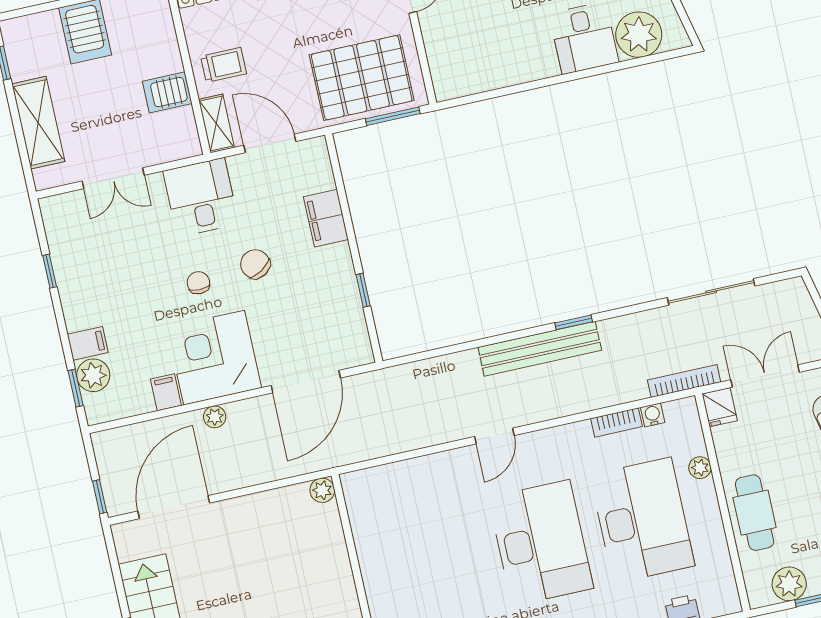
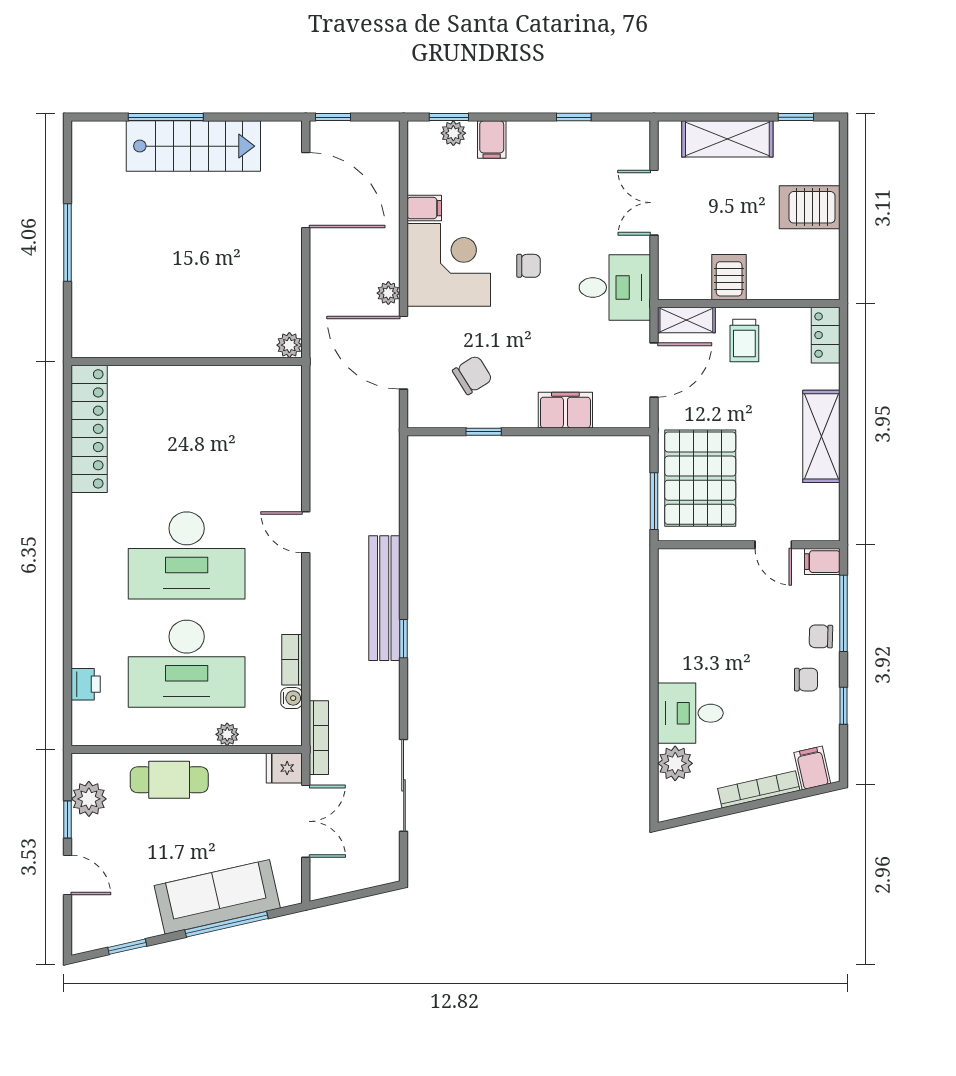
plant: (639, 35) -> (675, 763), width x0.73, depth x0.73
chair: (255, 264) -> (472, 375), moved
plant: (93, 375) -> (453, 133), width x0.73, depth x0.73
plant: (215, 417) -> (388, 293), moved

